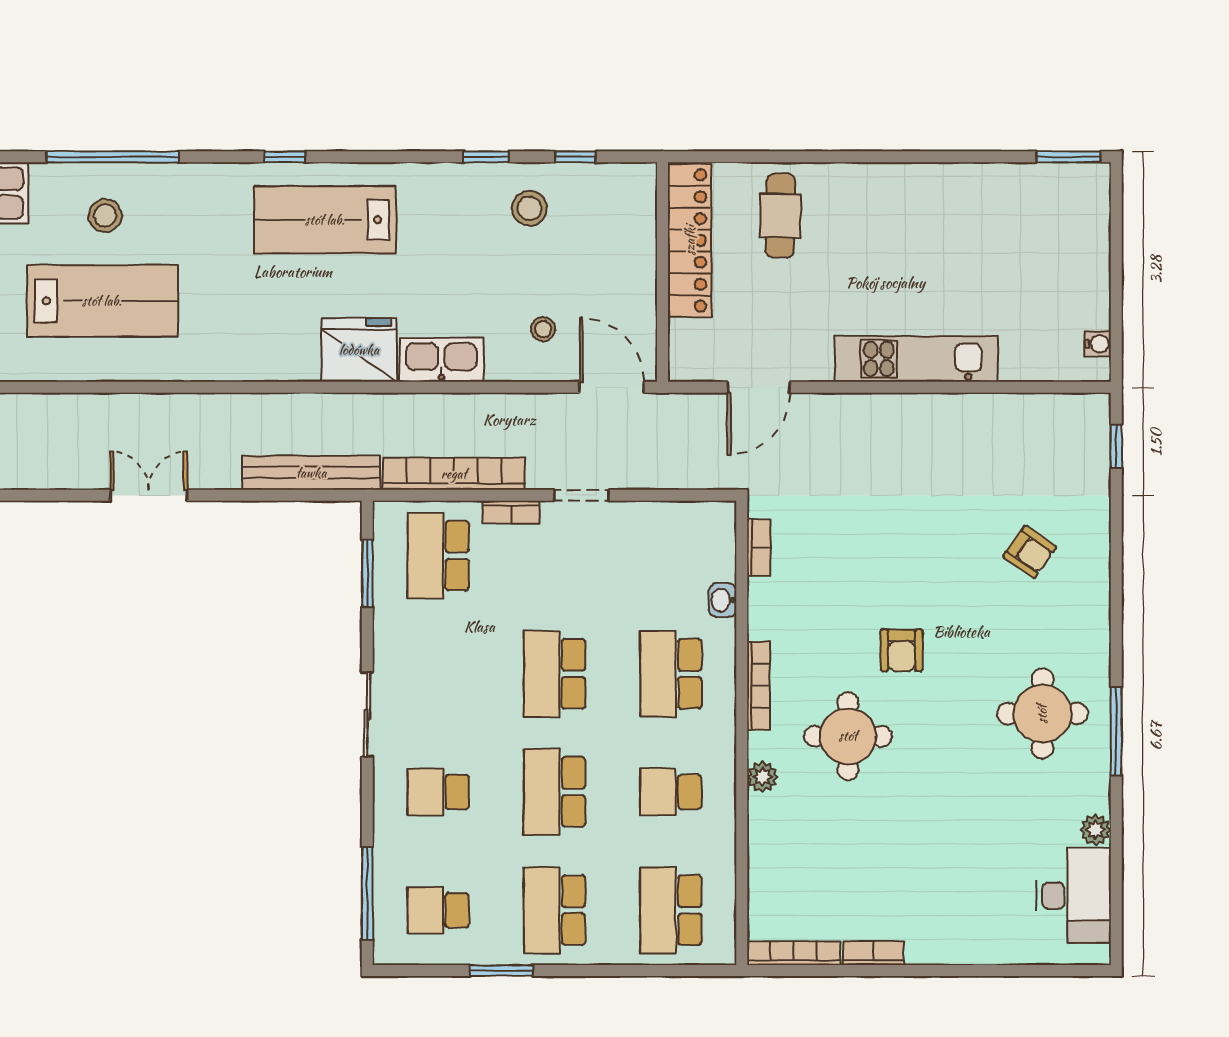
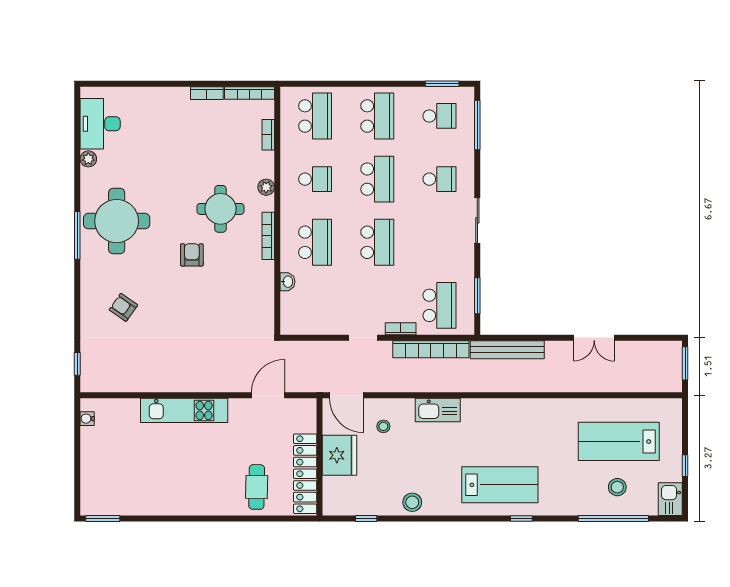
window: (486, 157) -> (414, 518), removed
stool: (530, 208) -> (412, 502), moved
fridge: (359, 350) -> (339, 455), moved, turned -90
bookcase: (759, 548) -> (268, 135), moved
round table: (1042, 714) -> (117, 221), width x1.36, depth x1.36
window: (1116, 731) -> (77, 235), moved
window: (501, 971) -> (442, 84), moved

